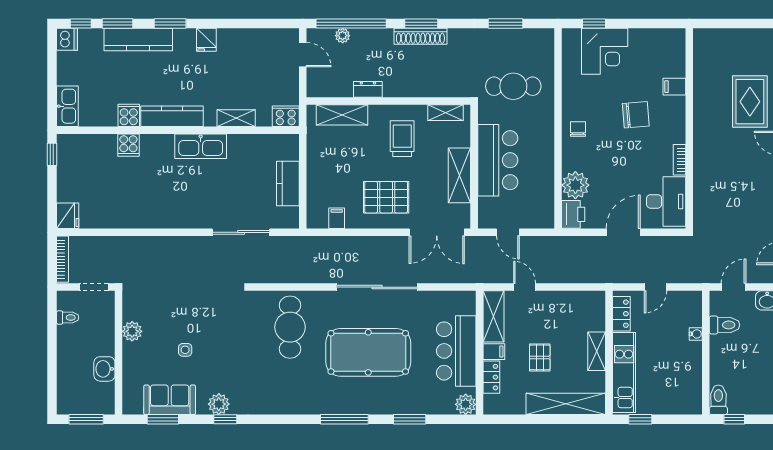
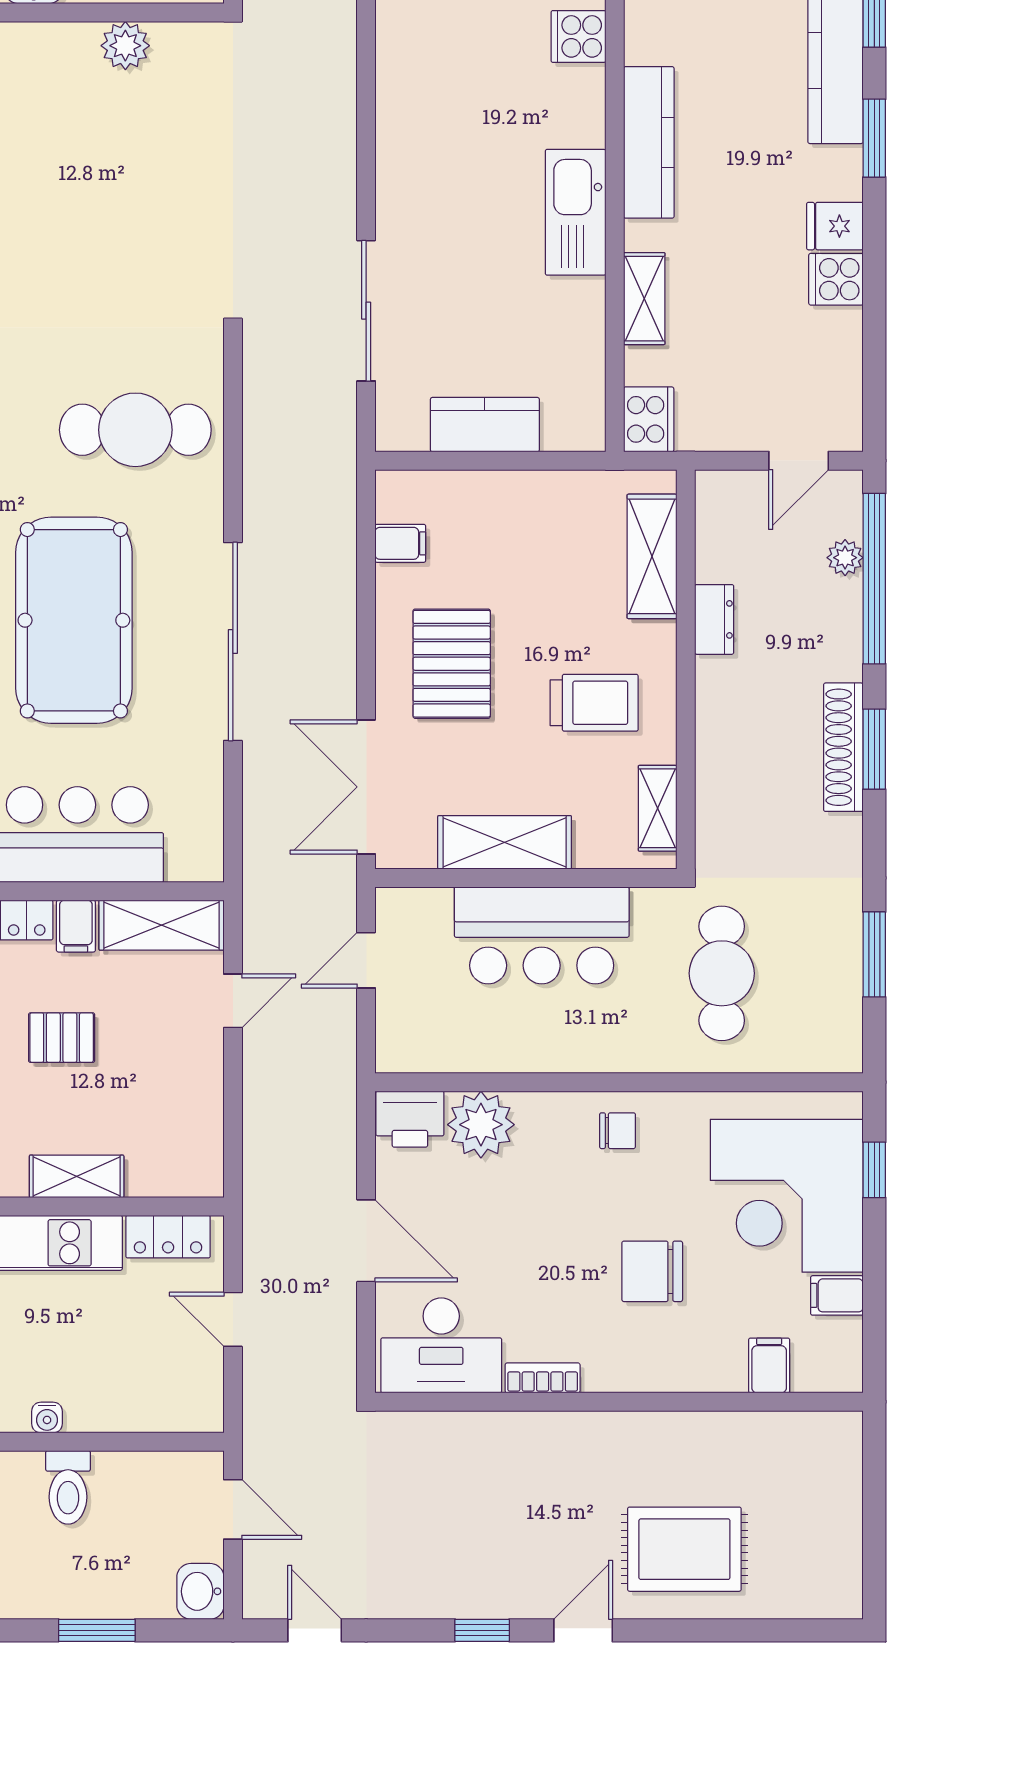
filing cabinet: (646, 39) -> (837, 1295), added
corner desk: (605, 51) -> (787, 1196), width x1.36, depth x1.36
filing cabinet: (674, 87) -> (769, 1365), moved
cooker: (129, 115) -> (836, 279), moved, turned 180
chair: (636, 115) -> (652, 1271), turned 95
toilet: (724, 325) -> (68, 1487), moved
water cooler: (696, 334) -> (47, 1418), moved
side table: (185, 350) -> (80, 174), removed

